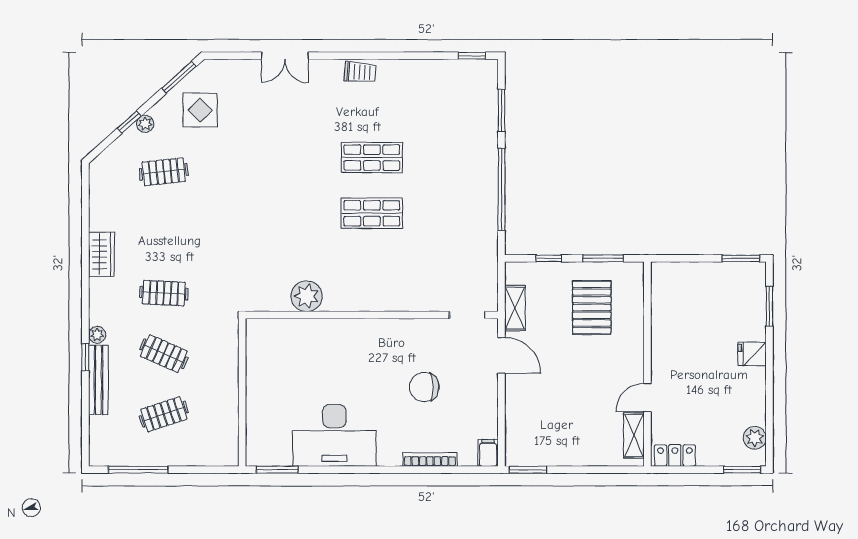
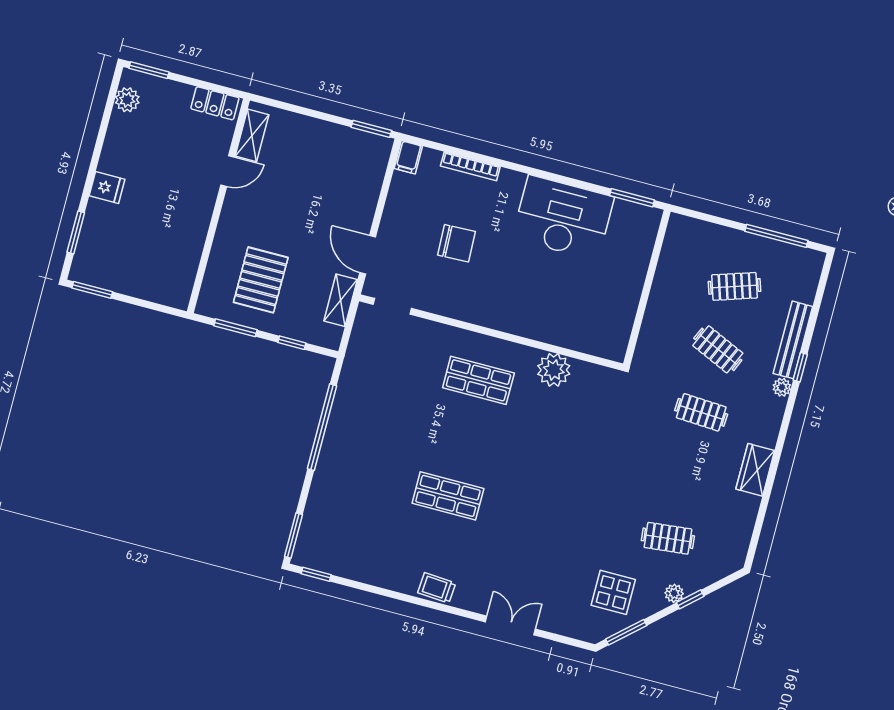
window: (501, 110) -> (293, 535), moved
shop shelf: (372, 213) -> (478, 380), moved

